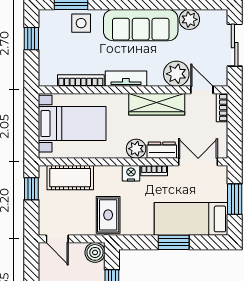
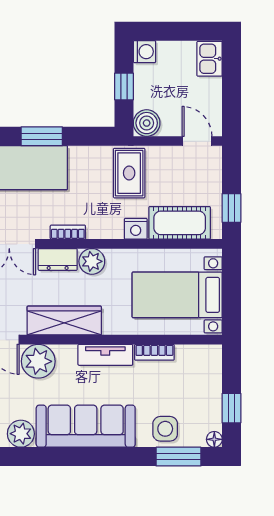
floor lamp: (44, 15) -> (214, 439), added
bookcase: (81, 81) -> (154, 352), width x0.64
nightstand: (131, 173) -> (136, 229), moved

